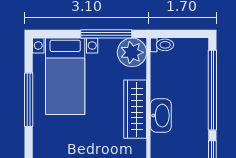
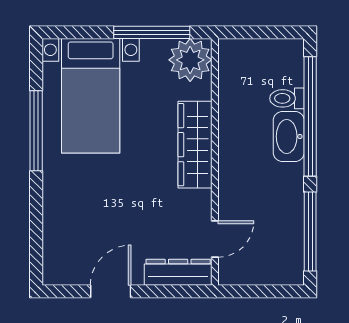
toilet: (162, 45) -> (287, 98), moved, turned 180
washbasin: (161, 116) -> (289, 136), moved, turned 180

